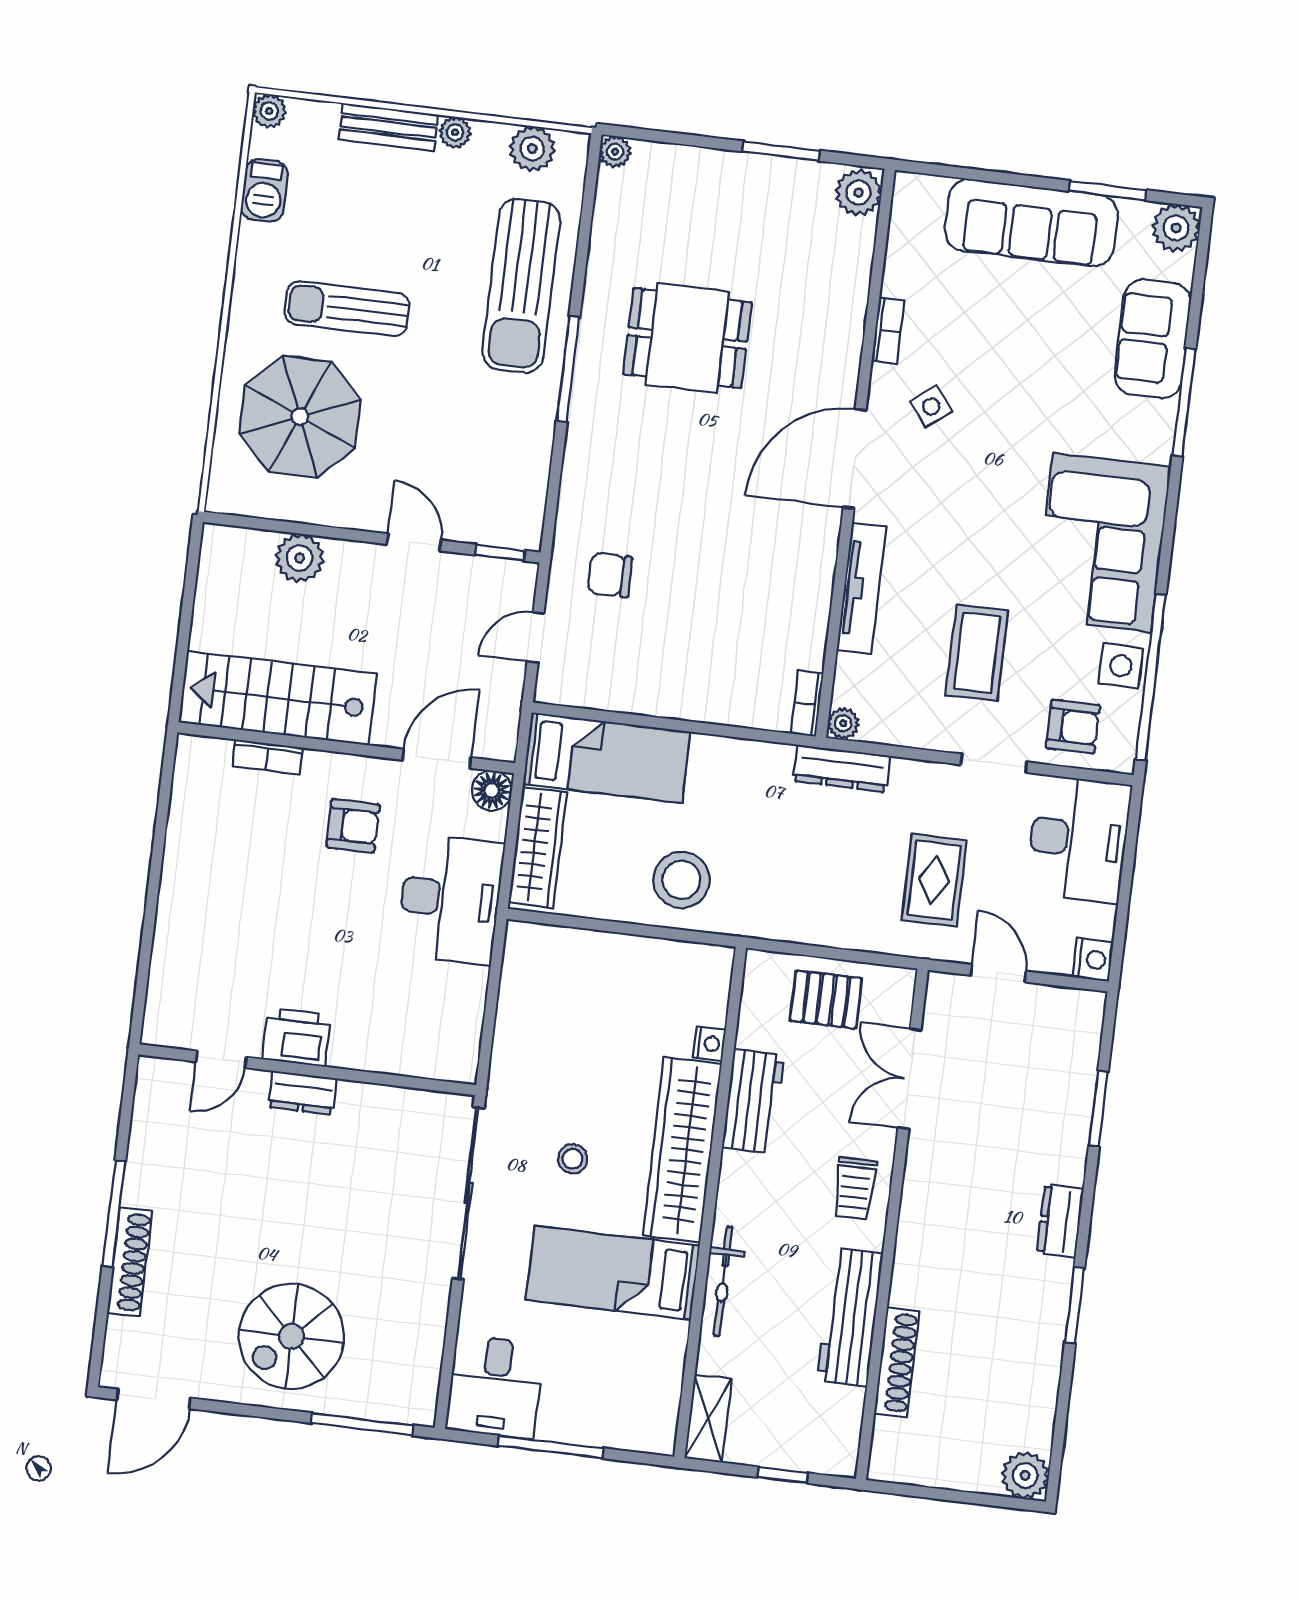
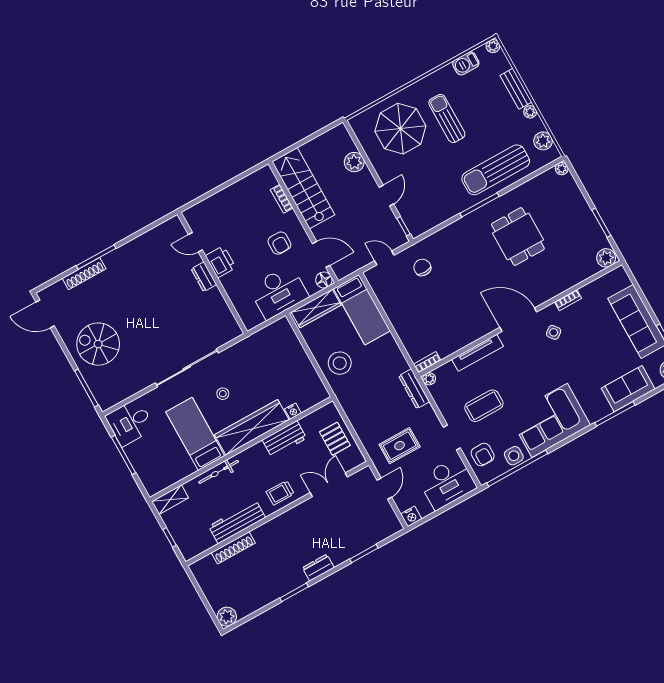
printer: (297, 1037) -> (221, 262), moved
door: (221, 1059) -> (195, 242), moved
wall: (307, 1070) -> (212, 273), moved
dresser: (302, 1093) -> (204, 277), moved

